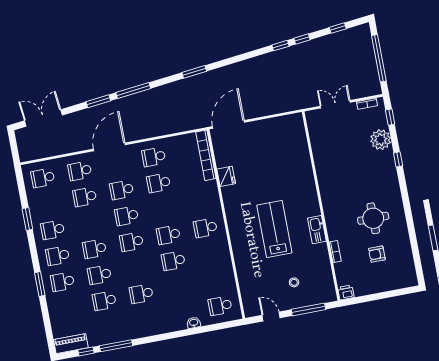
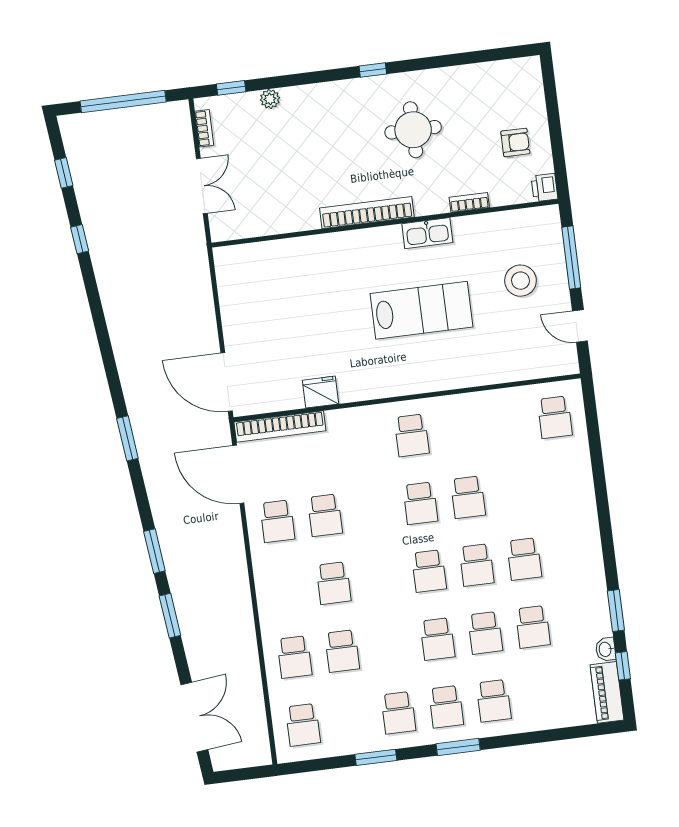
window: (281, 46) -> (89, 279), removed
window: (133, 91) -> (154, 551), width x0.69
double door: (335, 104) -> (202, 186), swing flipped
double door: (43, 118) -> (194, 717), swing flipped
plant: (381, 140) -> (270, 99), width x0.53, depth x0.53
door: (109, 147) -> (238, 474), moved
window: (398, 159) -> (373, 70), moved
bookcase: (326, 196) -> (367, 213), added
school desk: (127, 216) -> (477, 565), moved
lab bench: (274, 229) -> (422, 310), turned 180
armchair: (377, 254) -> (515, 142), moved, turned -90
stool: (294, 282) -> (521, 281), width x1.89, depth x1.89
window: (40, 284) -> (458, 747), moved
door: (271, 316) -> (580, 326), hinge flipped
washbasin: (194, 323) -> (606, 649), moved
window: (116, 346) -> (616, 611), width x0.69

